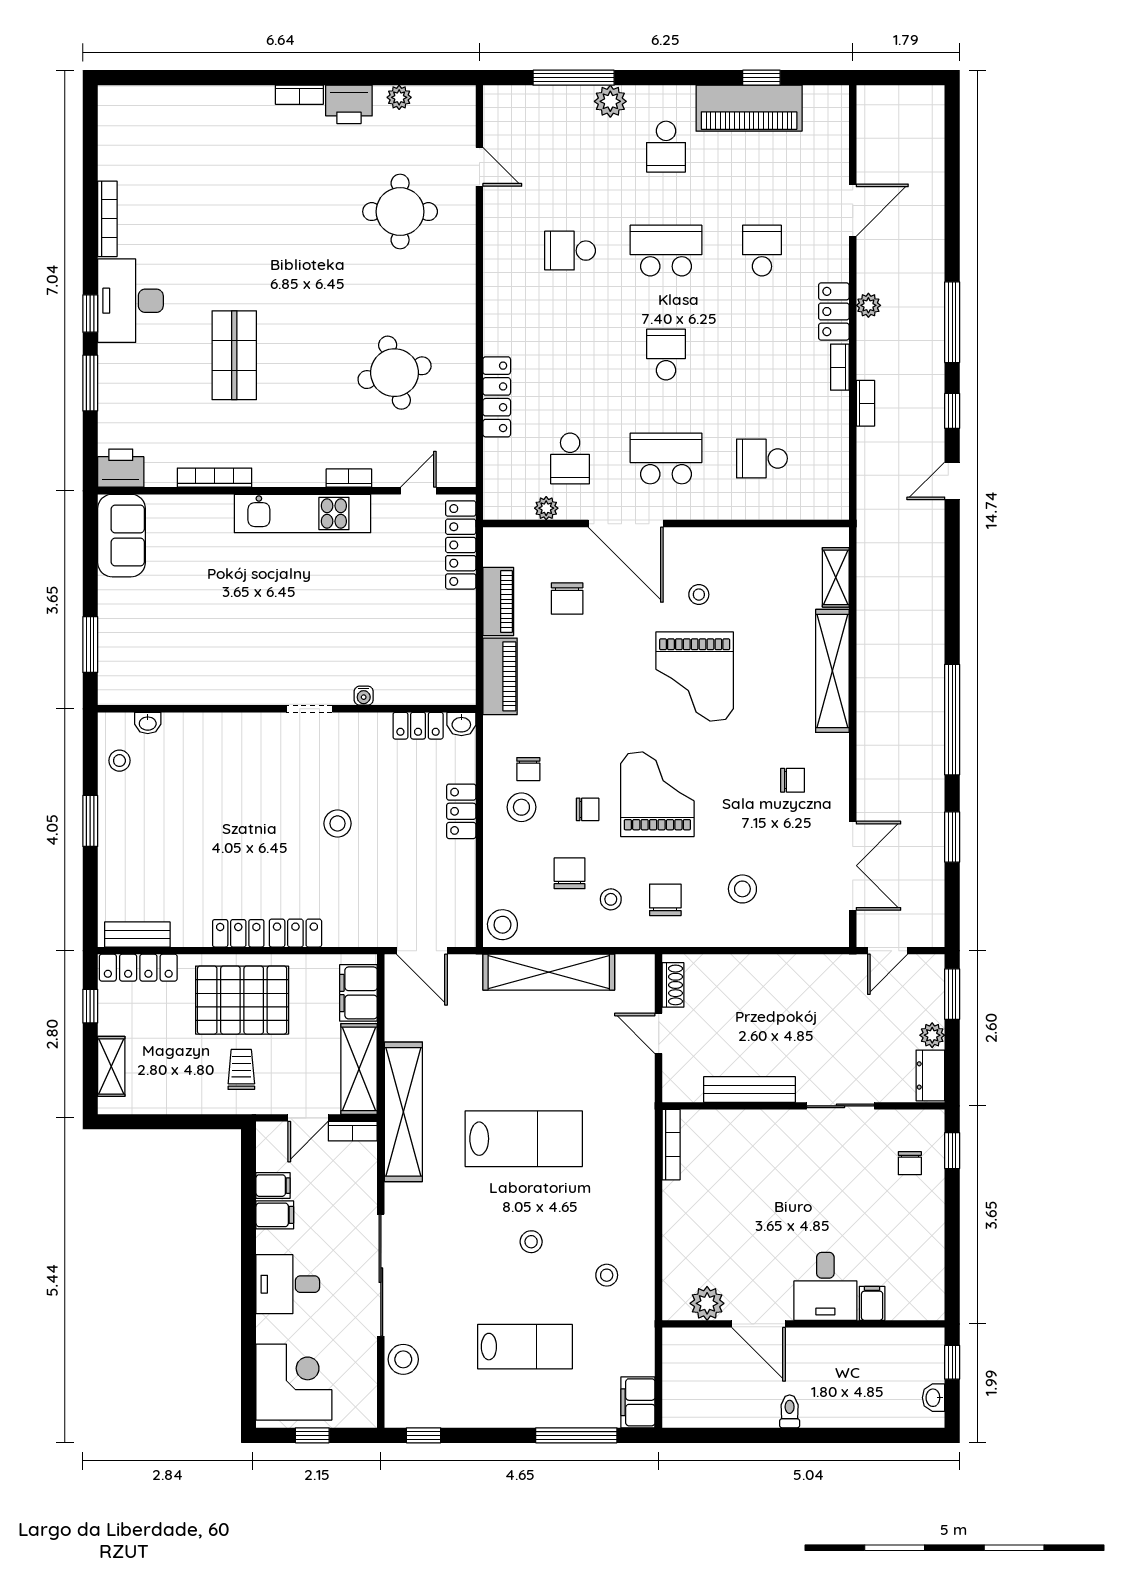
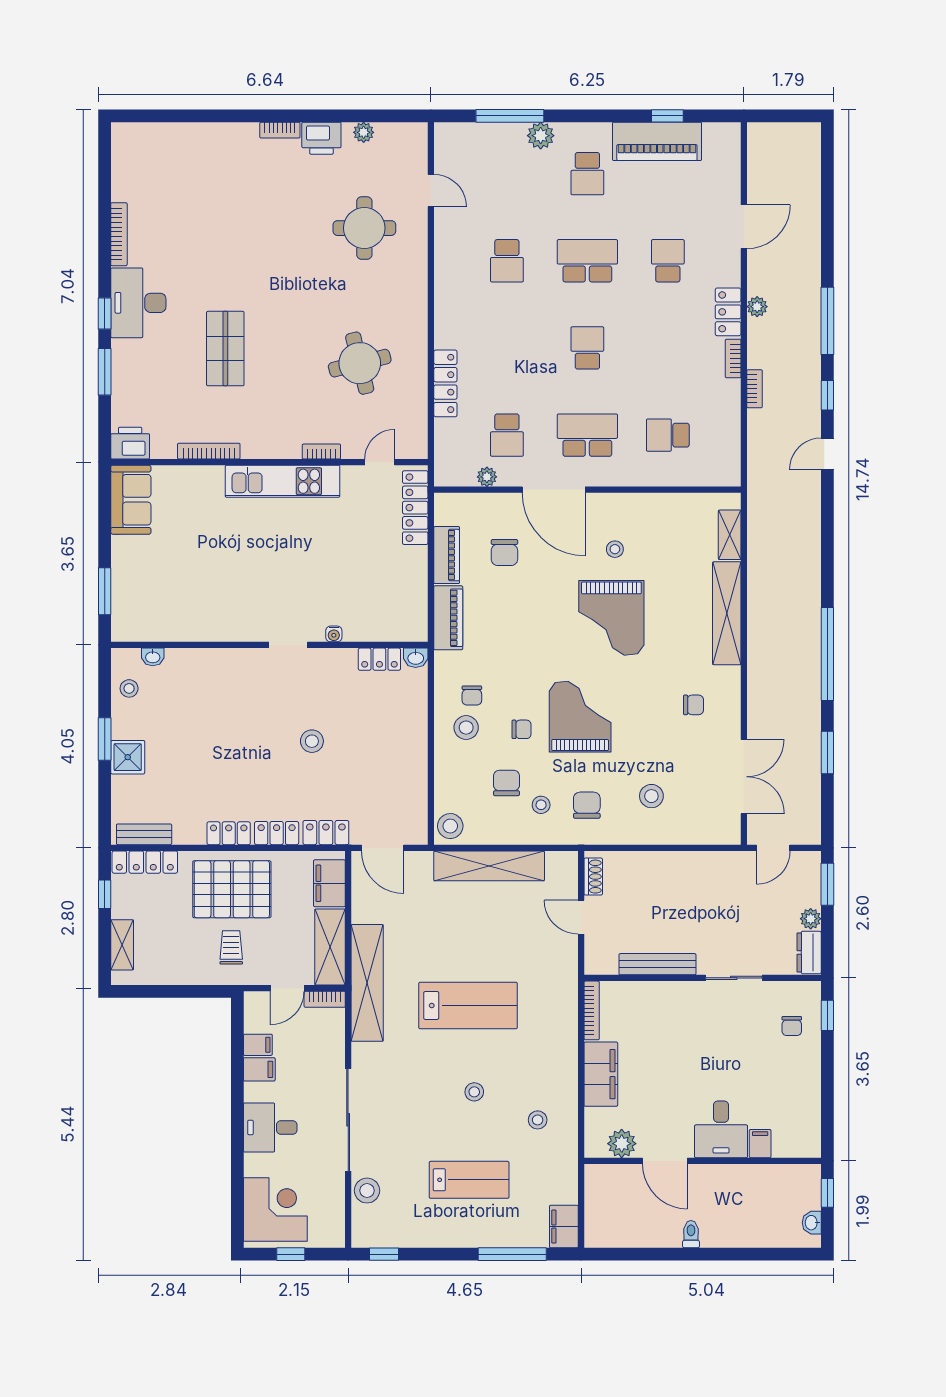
school desk: (570, 251) -> (507, 261), turned -90
locker: (461, 811) -> (326, 833), moved, turned 90
shower: (118, 843) -> (128, 757), added
filing cabinet: (682, 1221) -> (601, 1074), added

